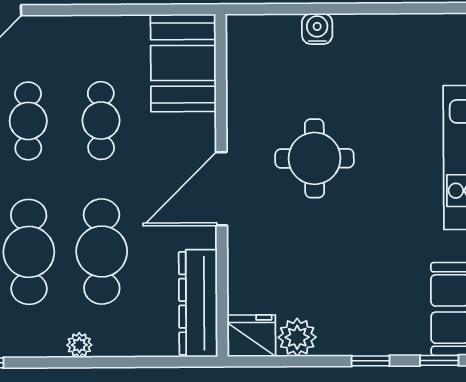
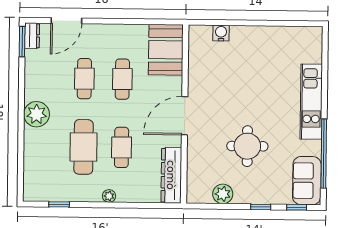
water cooler: (317, 29) -> (221, 33), moved
round table: (314, 158) -> (247, 146), moved
cafe table: (102, 251) -> (122, 147), width x0.73, depth x0.74
fridge: (251, 336) -> (199, 193), removed

